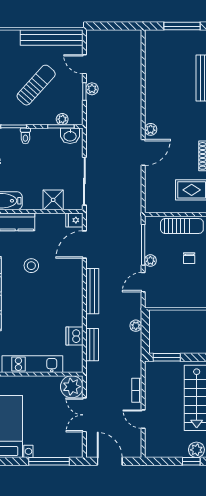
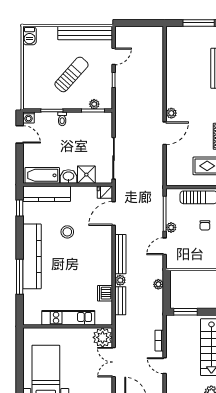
door: (84, 64) -> (114, 56), swing flipped
plant: (92, 89) -> (120, 280), moved
washbasin: (70, 136) -> (68, 176), moved, turned 180

